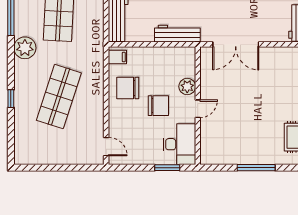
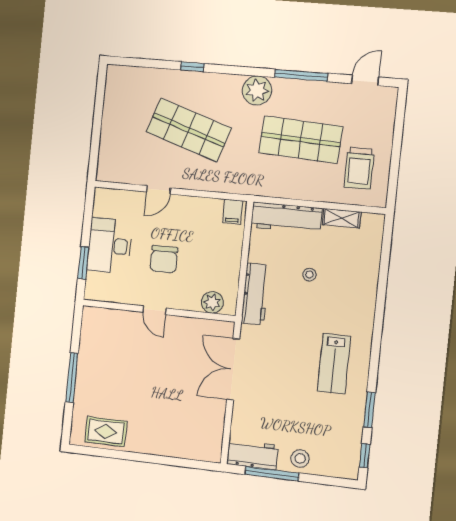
plant: (187, 87) -> (212, 302), moved
chair: (128, 88) -> (191, 221), removed
desk: (179, 144) -> (109, 246), moved, turned 90
door: (106, 147) -> (159, 190), moved

